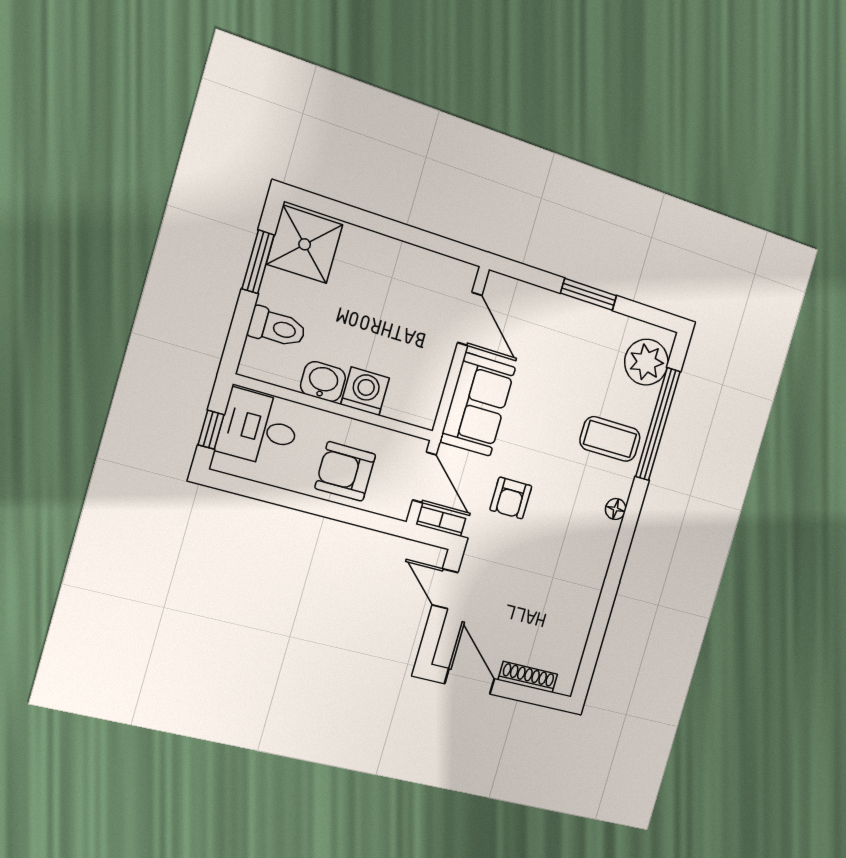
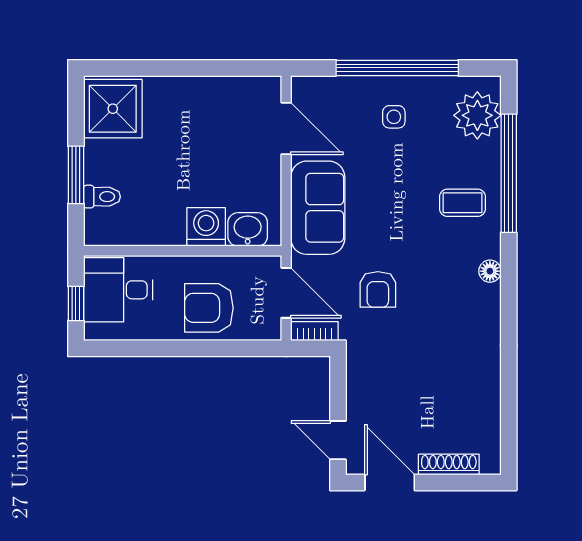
window: (258, 262) -> (76, 175), moved
window: (589, 294) -> (397, 68), width x2.11
toilet: (277, 328) -> (102, 197), width x0.73, depth x0.72
side table: (572, 340) -> (394, 117), added
washbasin: (323, 382) -> (248, 229), moved
coffee table: (610, 439) -> (462, 203), width x0.73, depth x0.77
door: (445, 589) -> (338, 440), moved

